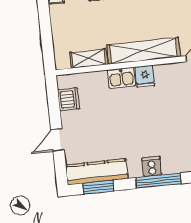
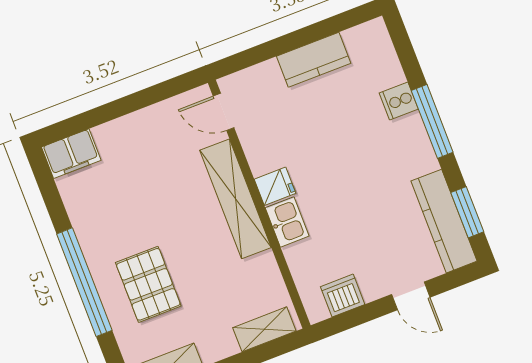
shelving: (89, 58) -> (264, 329), moved, turned 90
cooker: (152, 167) -> (399, 101), moved

